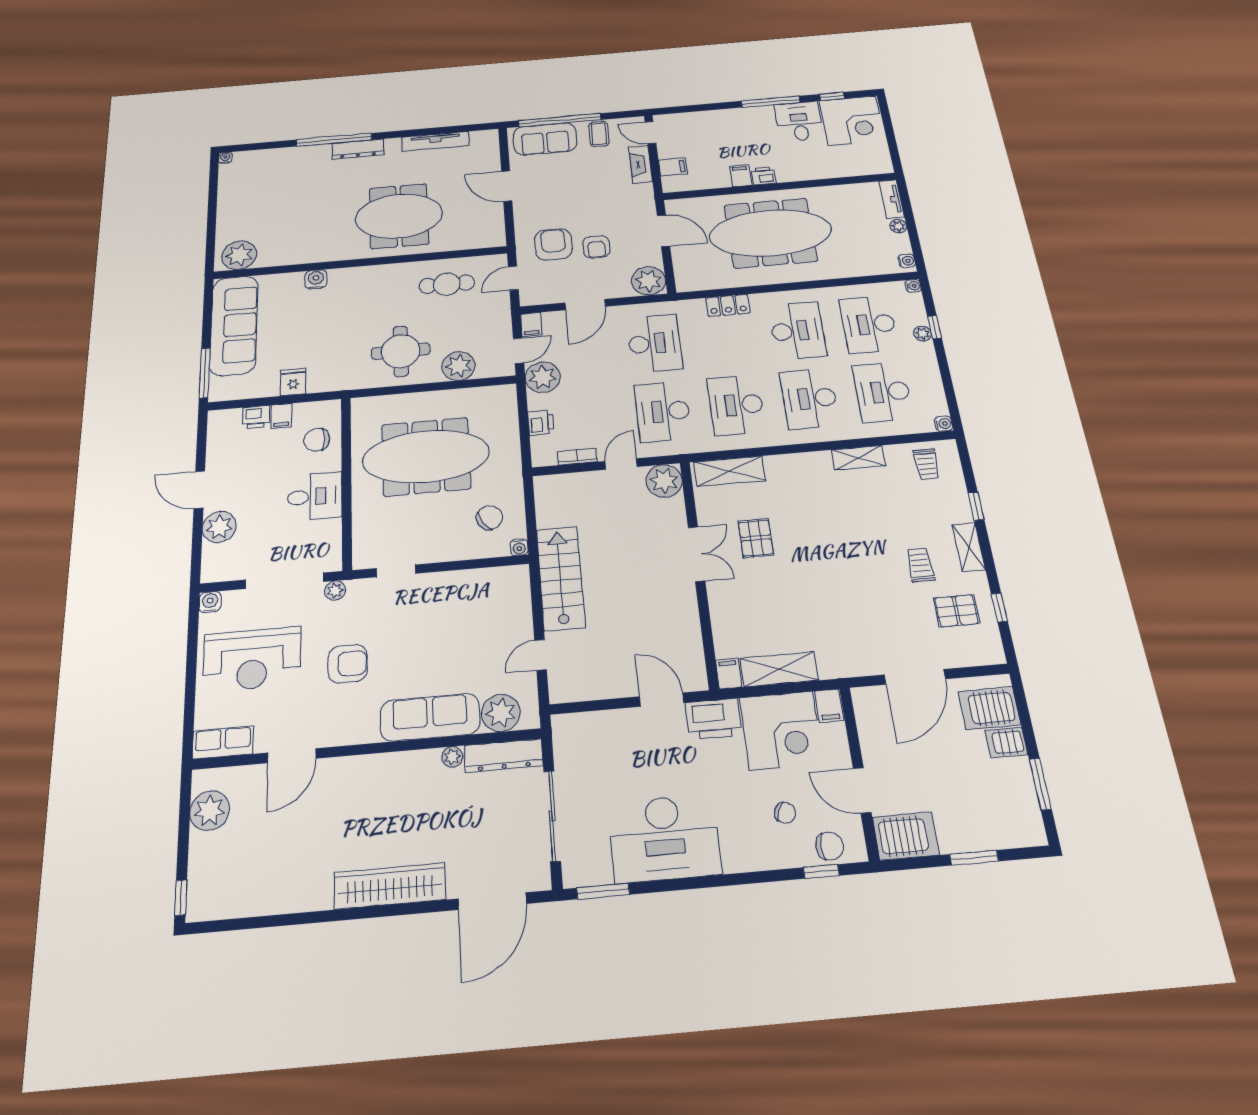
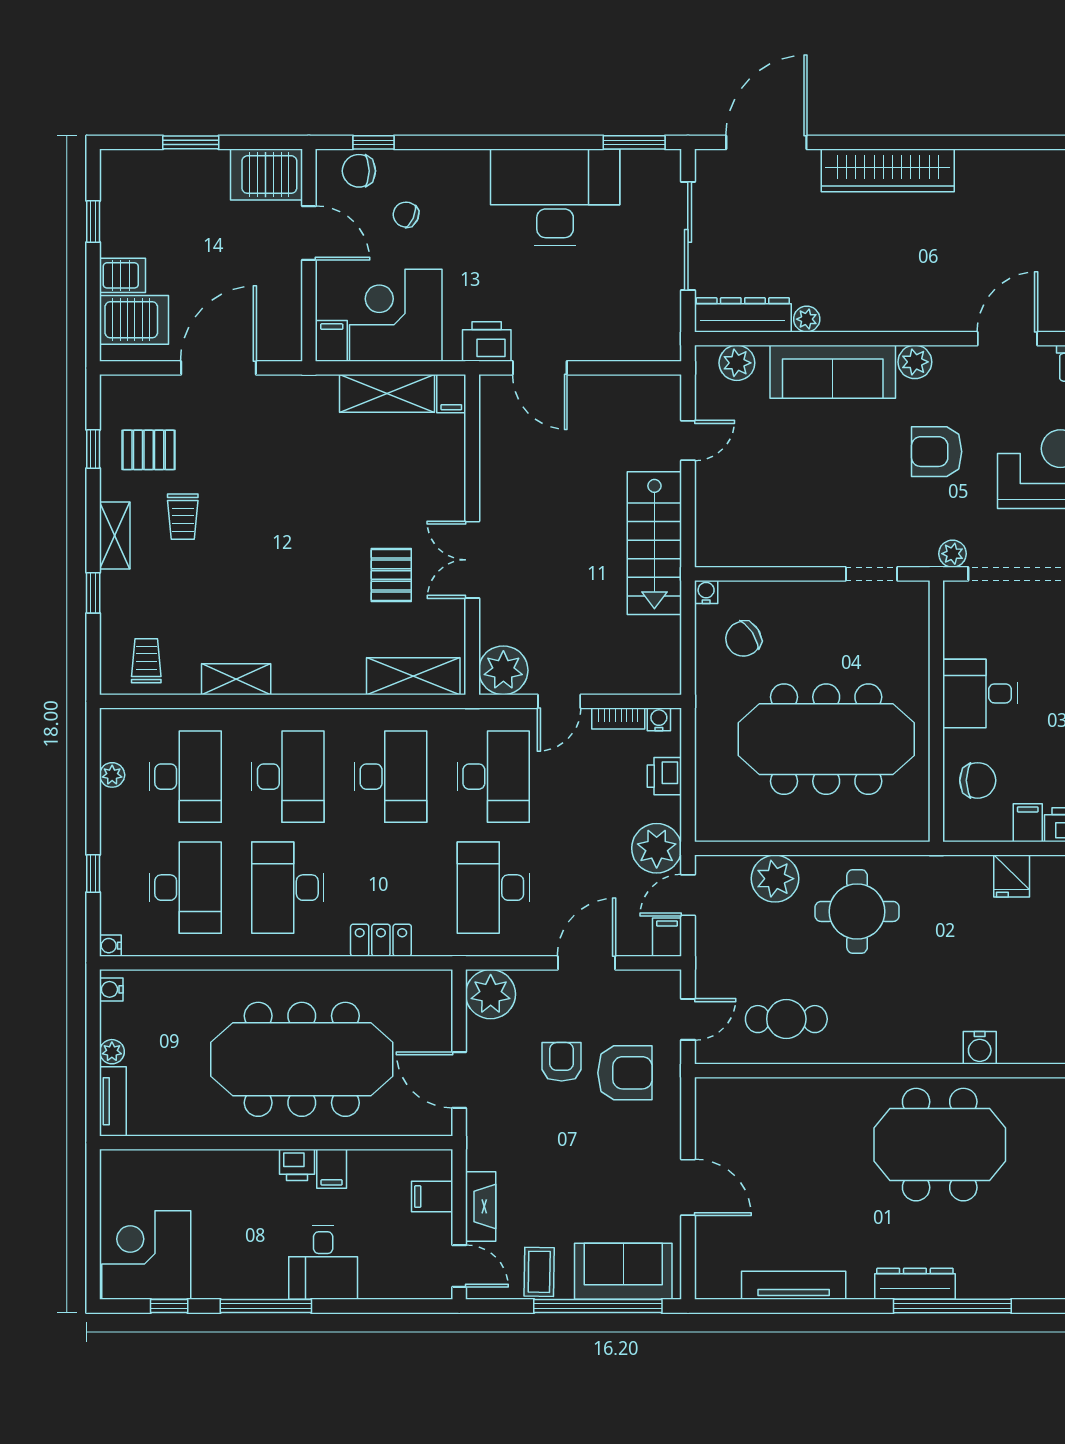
desk: (799, 121) -> (323, 1263), moved
meeting table: (399, 216) -> (940, 1145), moved
armchair: (553, 244) -> (625, 1073), turned -90
plant: (923, 334) -> (112, 775), moved
water cooler: (944, 424) -> (659, 719), moved, turned 90
plant: (501, 713) -> (737, 363), width x0.73, depth x0.73
printer: (714, 719) -> (487, 342), width x0.73, depth x0.84
plant: (365, 731) -> (915, 362), added
window: (1040, 784) -> (93, 221), width x0.67

